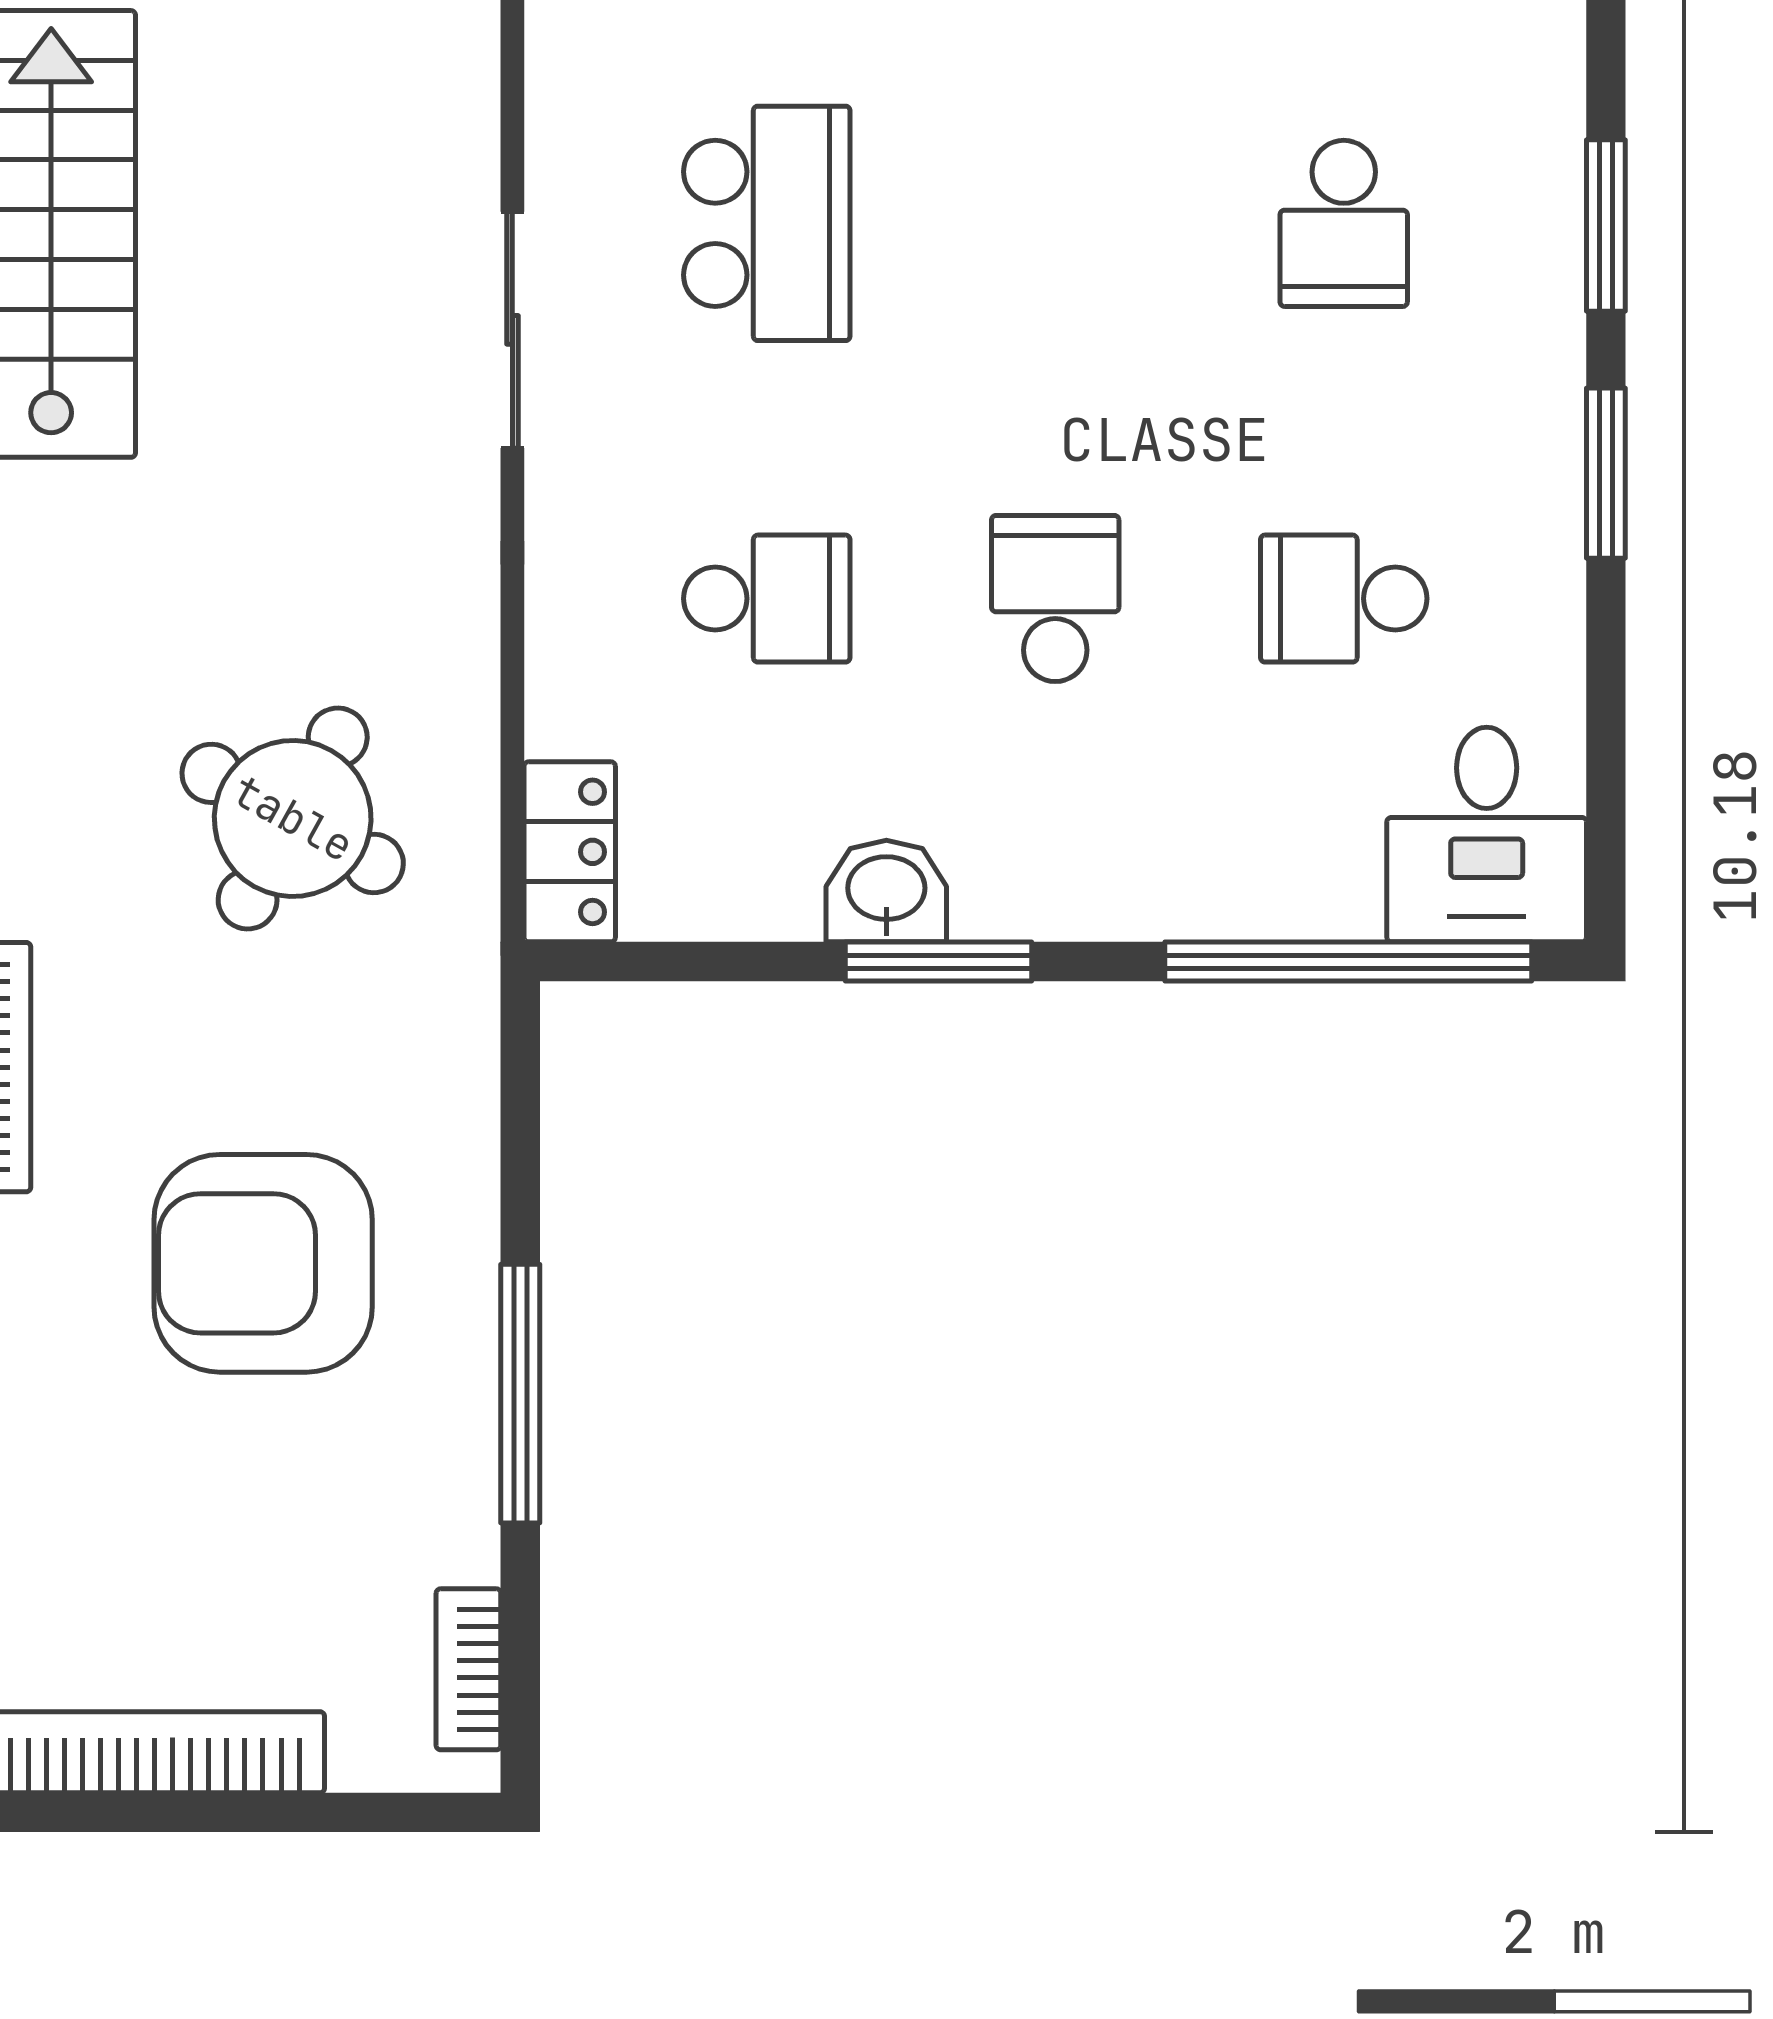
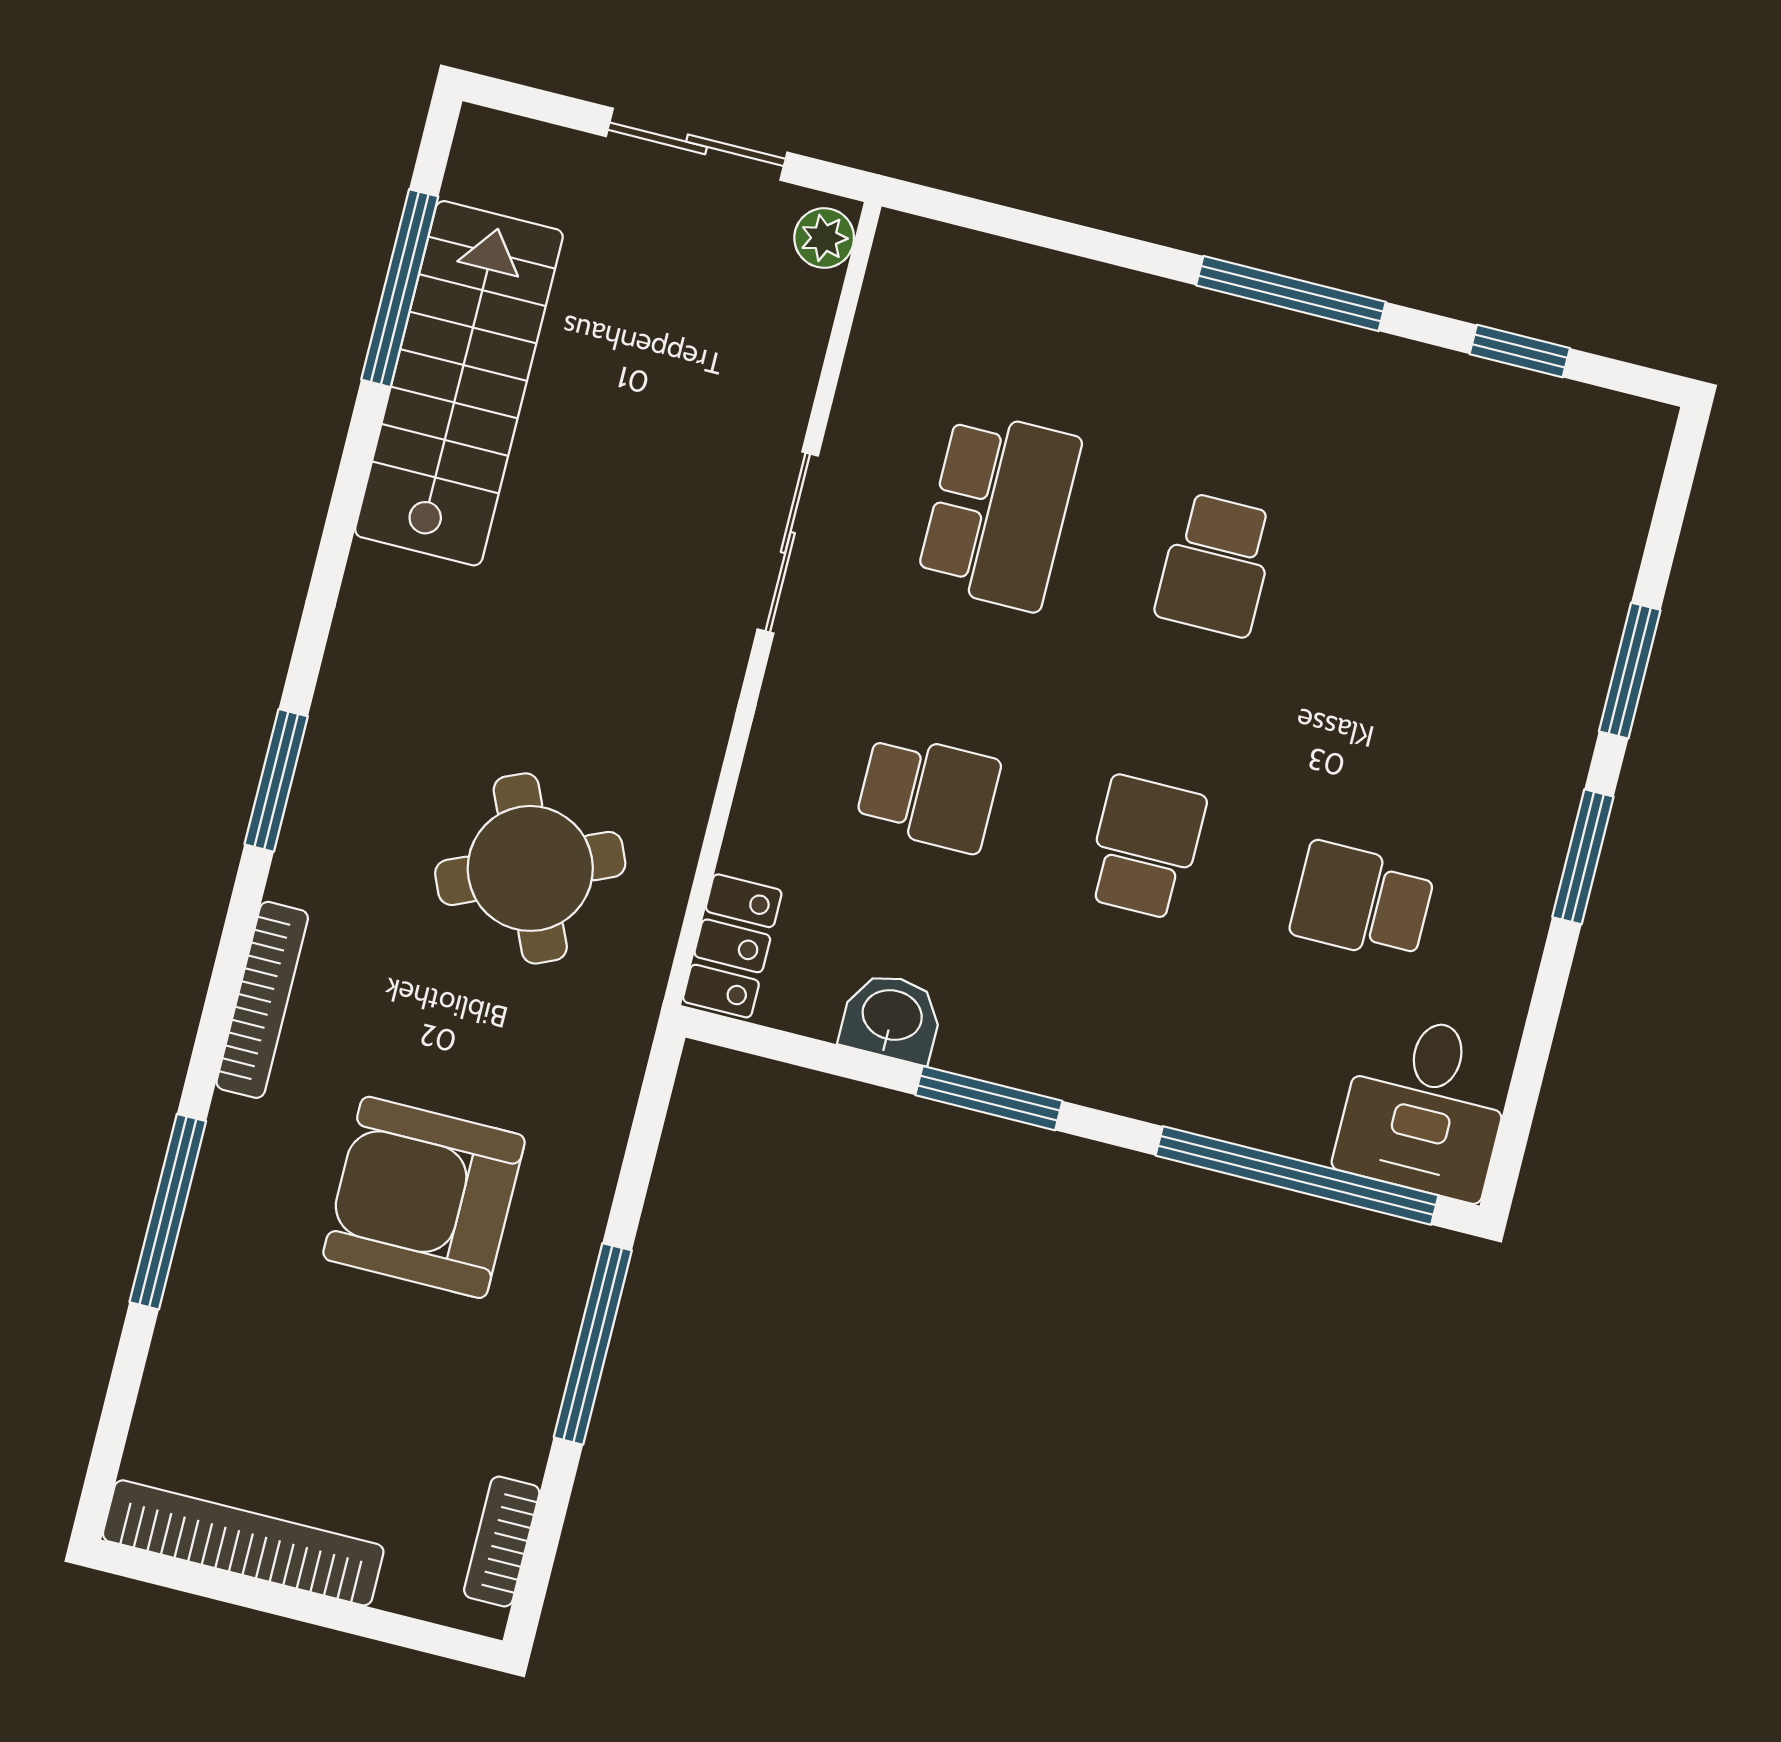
school desk: (1344, 223) -> (1216, 565), moved
round table: (293, 818) -> (530, 868), turned 37
washbasin: (886, 891) -> (892, 1017), moved

